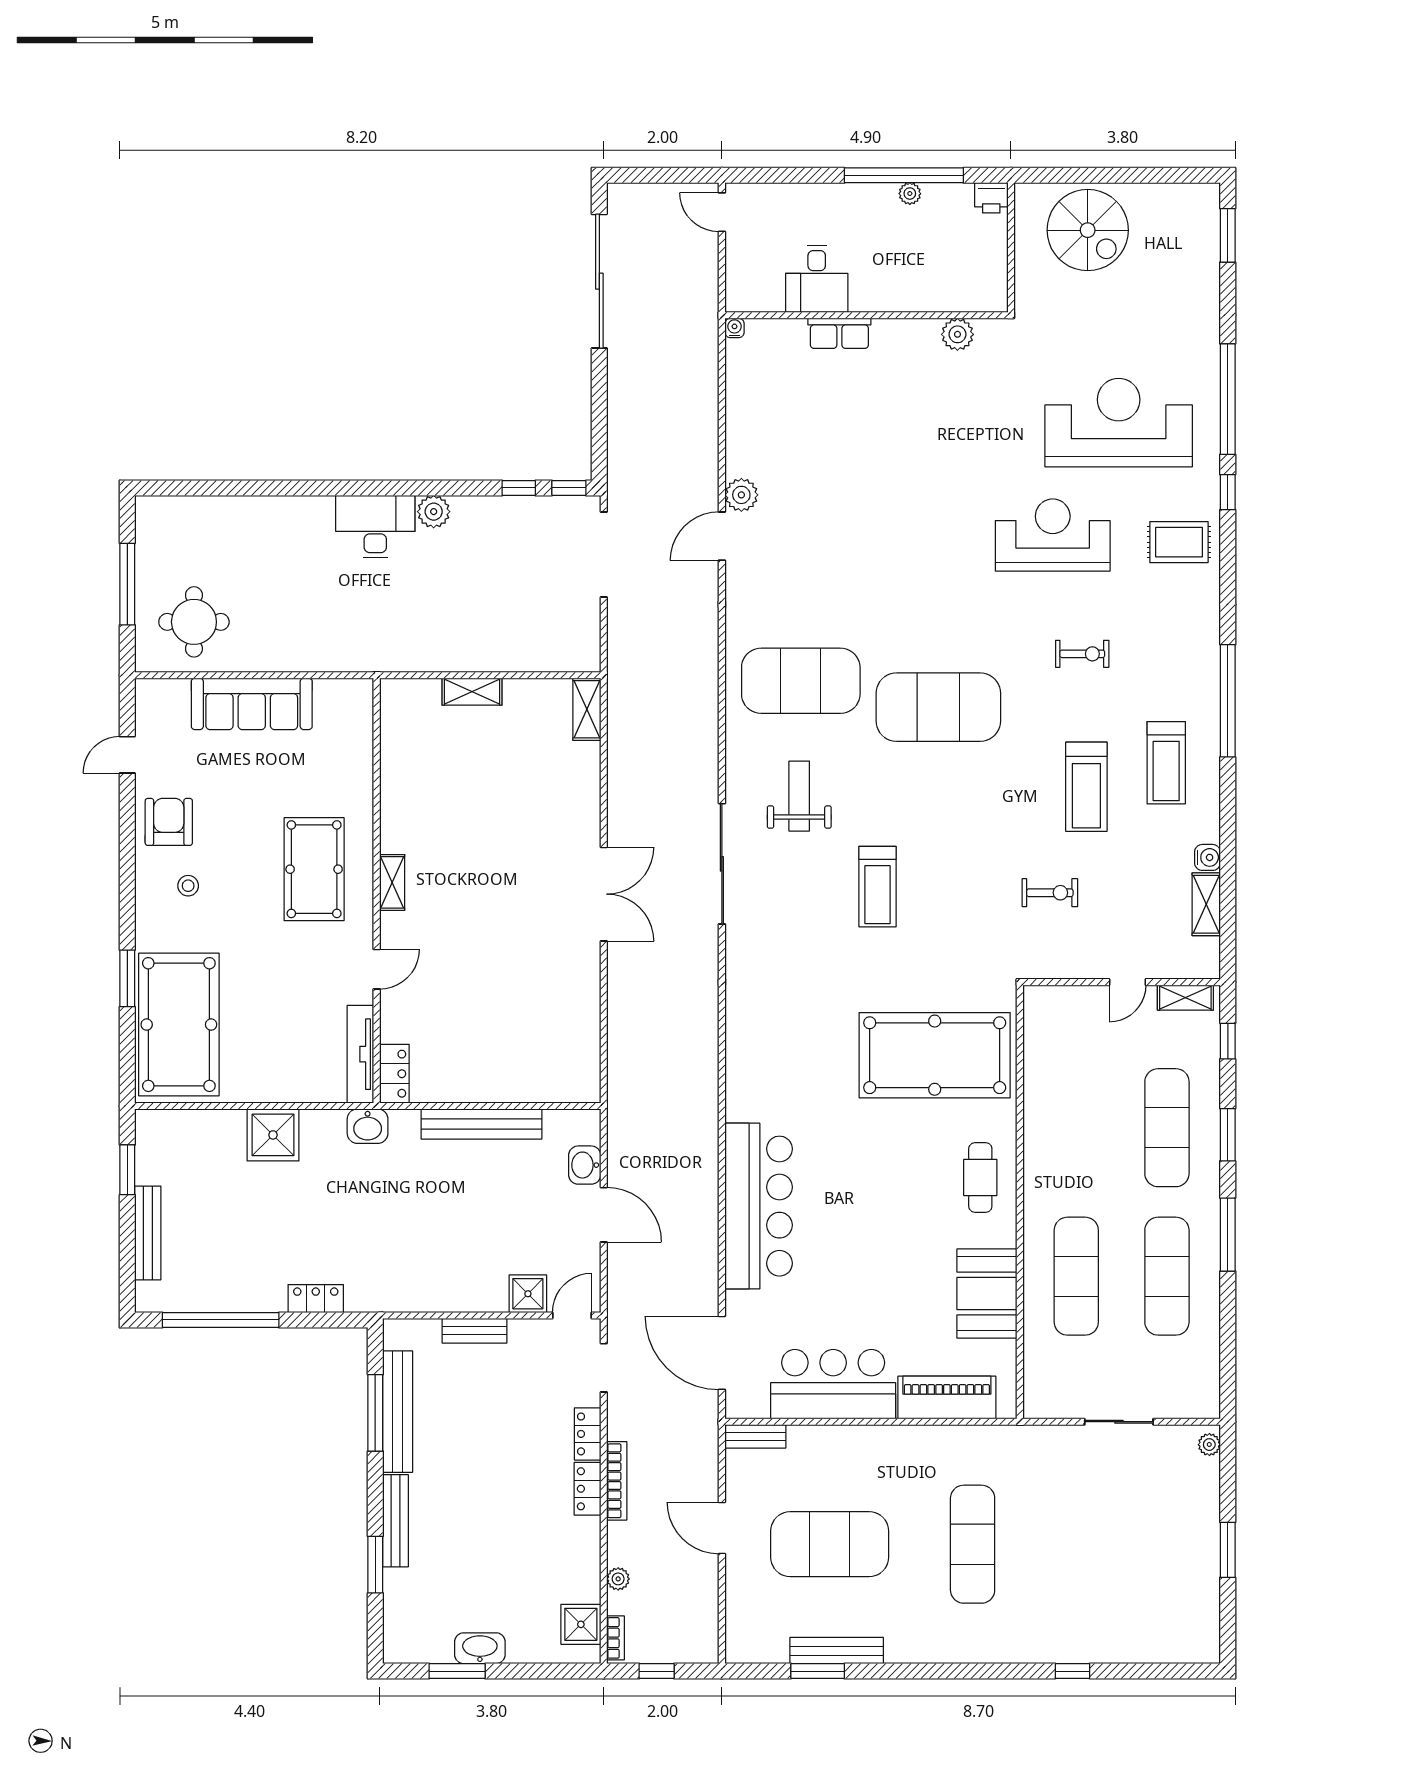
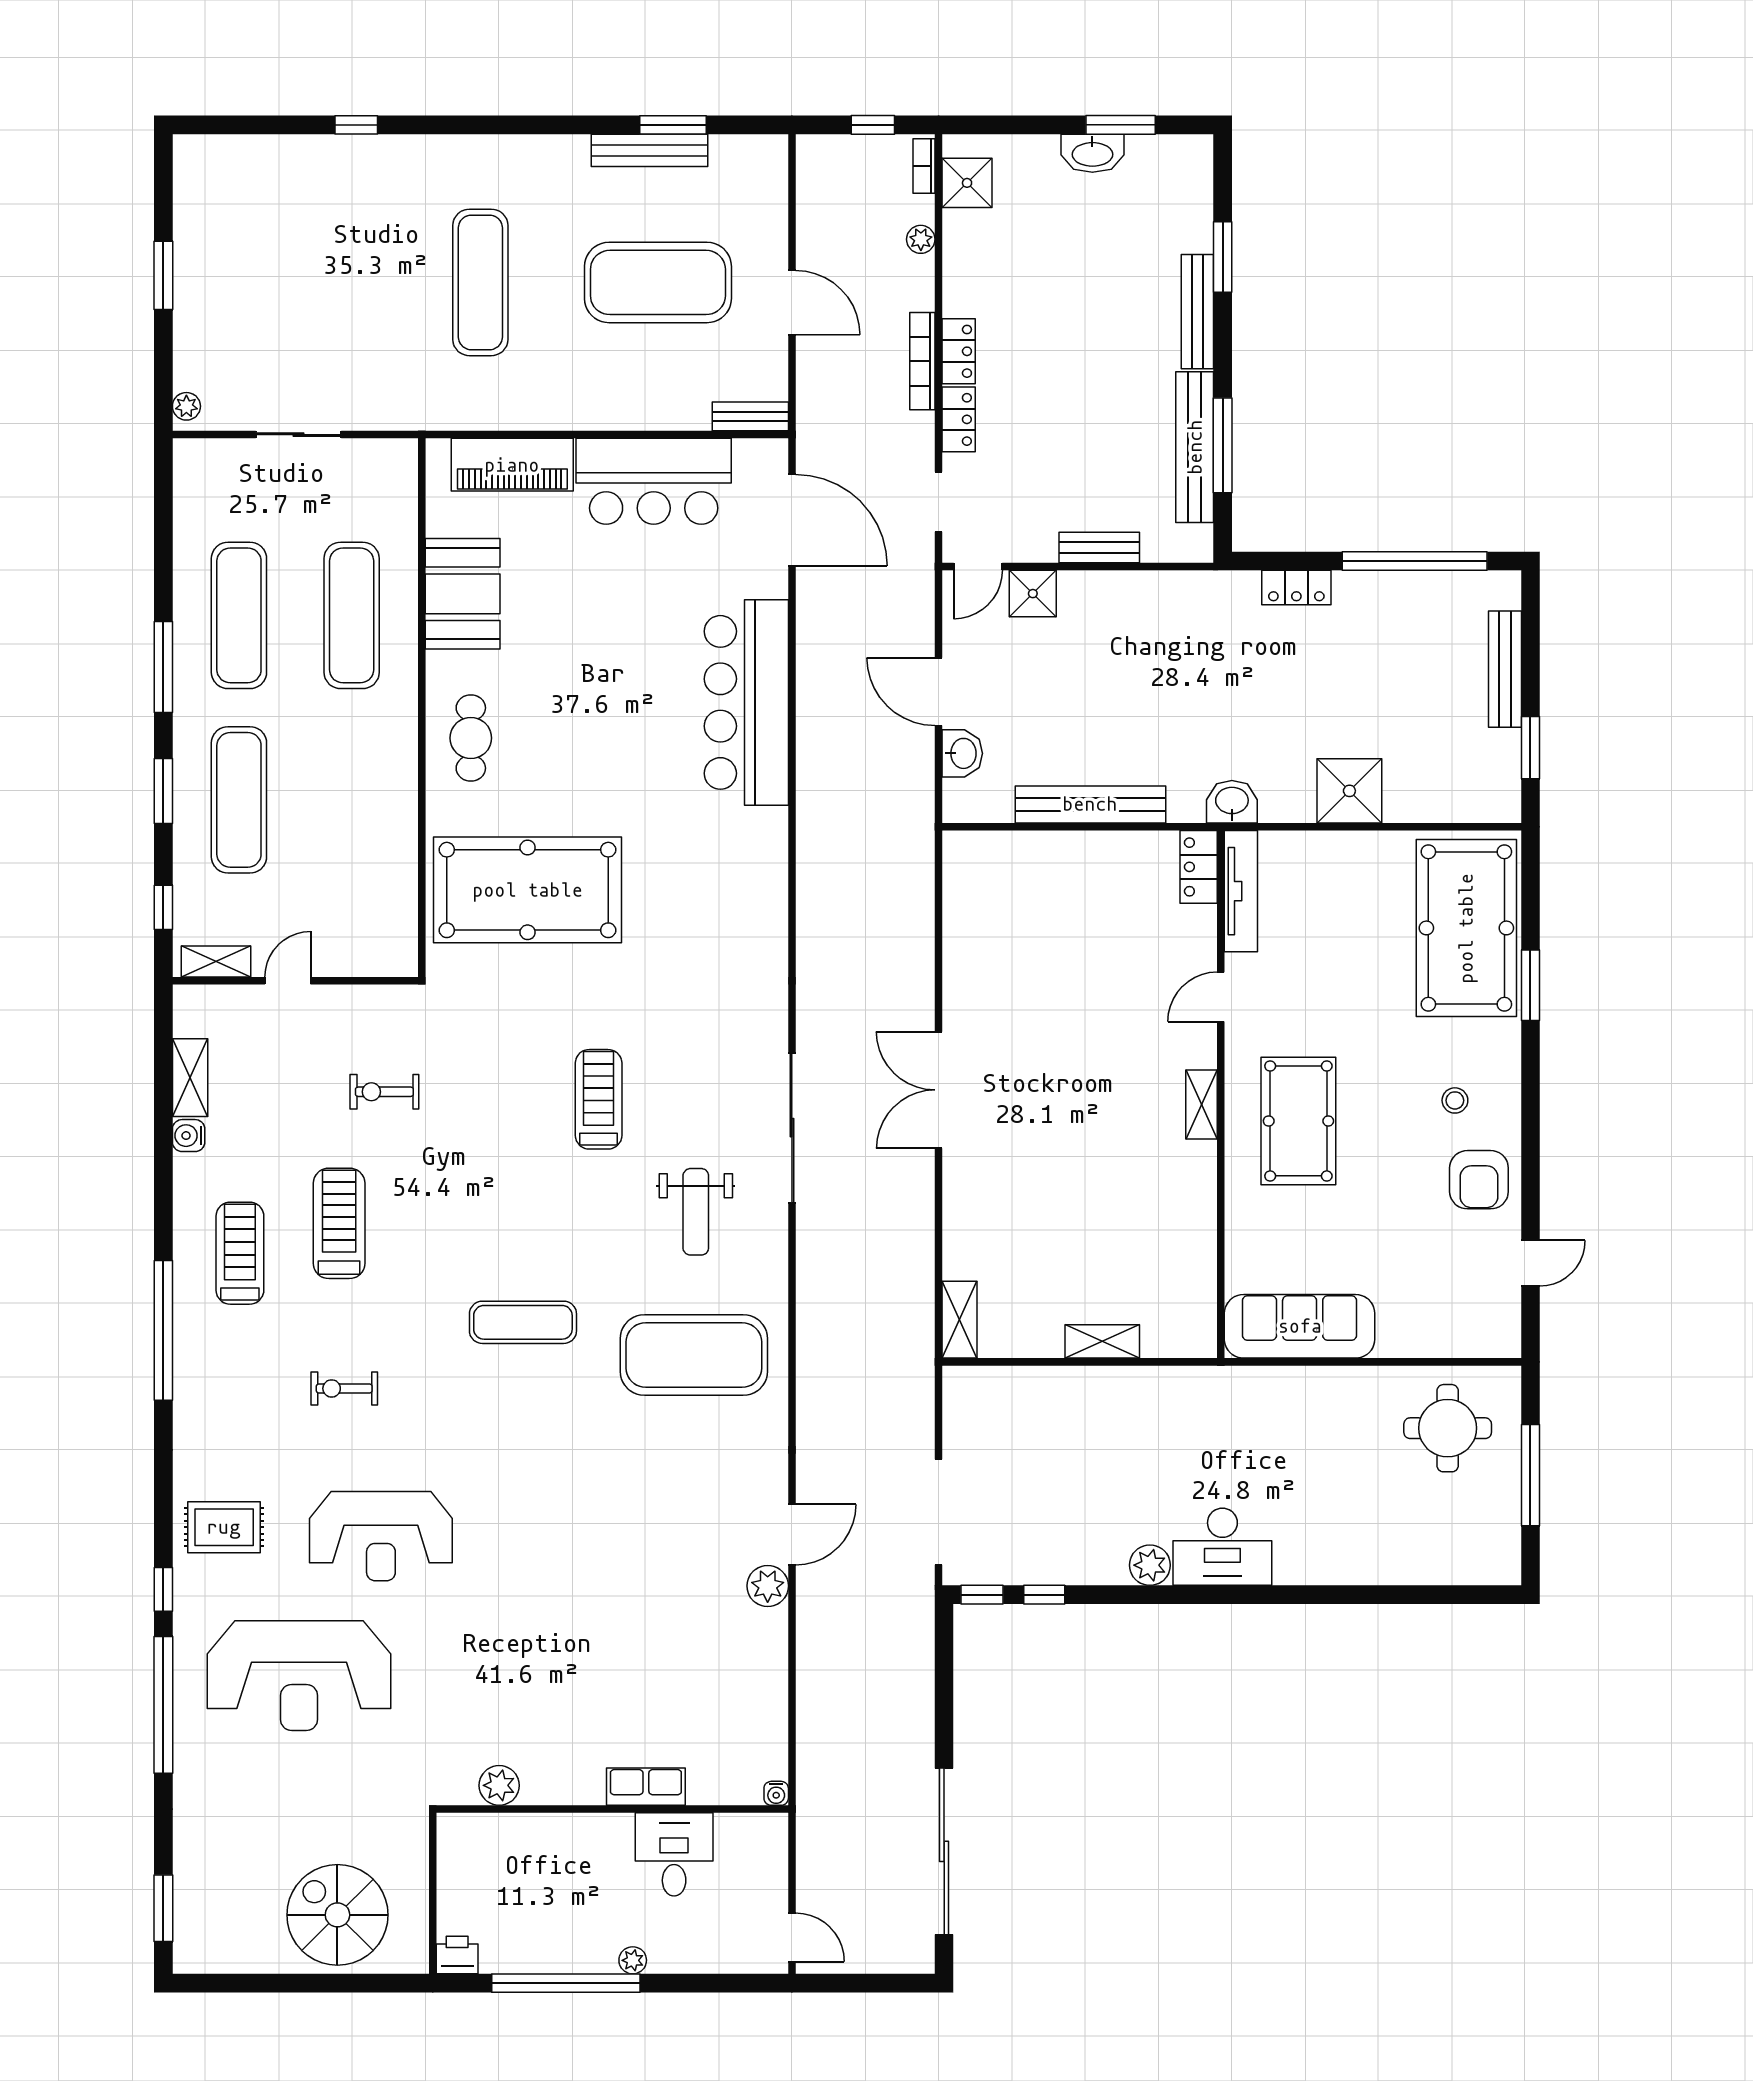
plant: (910, 194) -> (633, 1960), moved
sofa: (252, 704) -> (1300, 1326), moved
exercise mat: (938, 707) -> (523, 1322), width x0.50, depth x0.69

